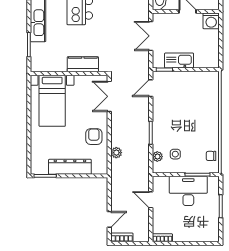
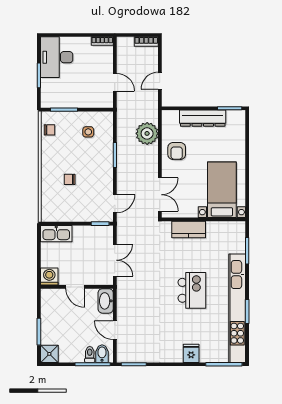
kitchen sink: (179, 61) -> (56, 234), moved
chair: (192, 110) -> (70, 179), added
plant: (116, 153) -> (147, 133), width x1.88, depth x1.88
plant: (157, 157) -> (108, 129), removed
desk: (188, 191) -> (57, 57), moved, turned 90
door: (109, 219) -> (160, 81), moved

